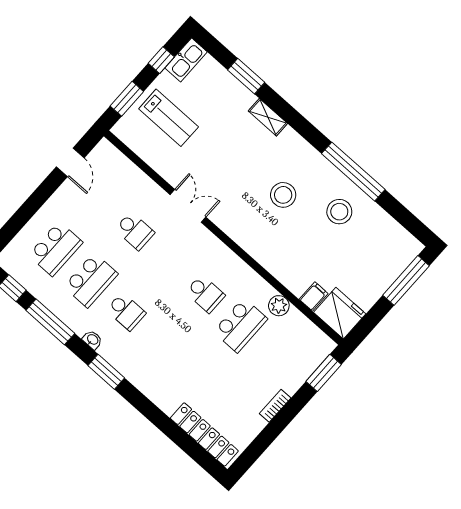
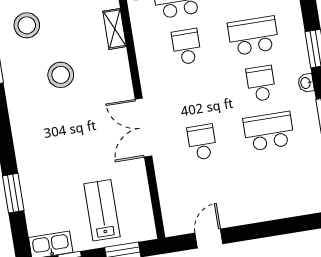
shelving: (268, 117) -> (115, 29), moved
double door: (188, 206) -> (143, 128), width x1.37
school desk: (56, 249) -> (253, 36), moved

